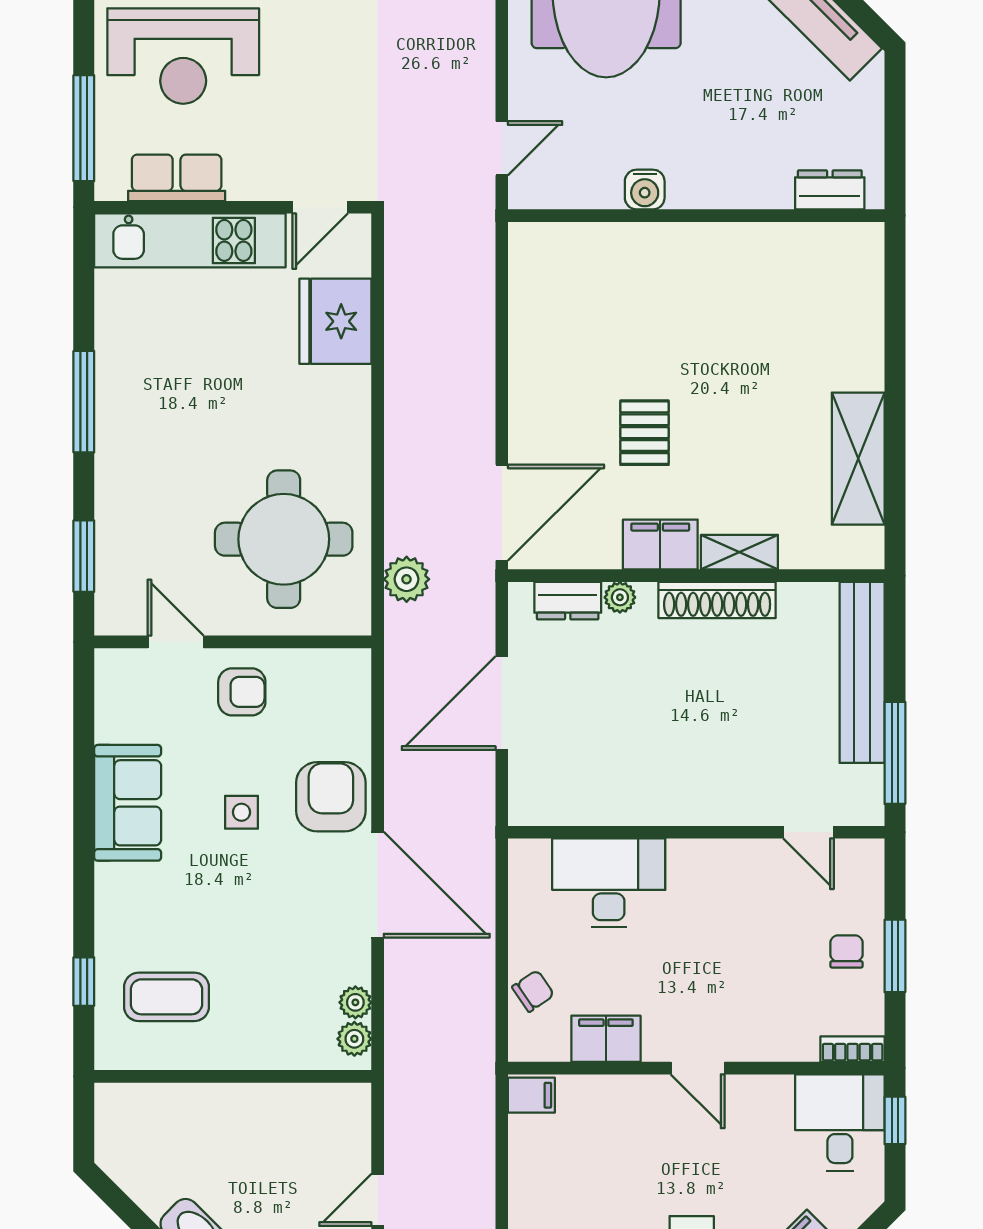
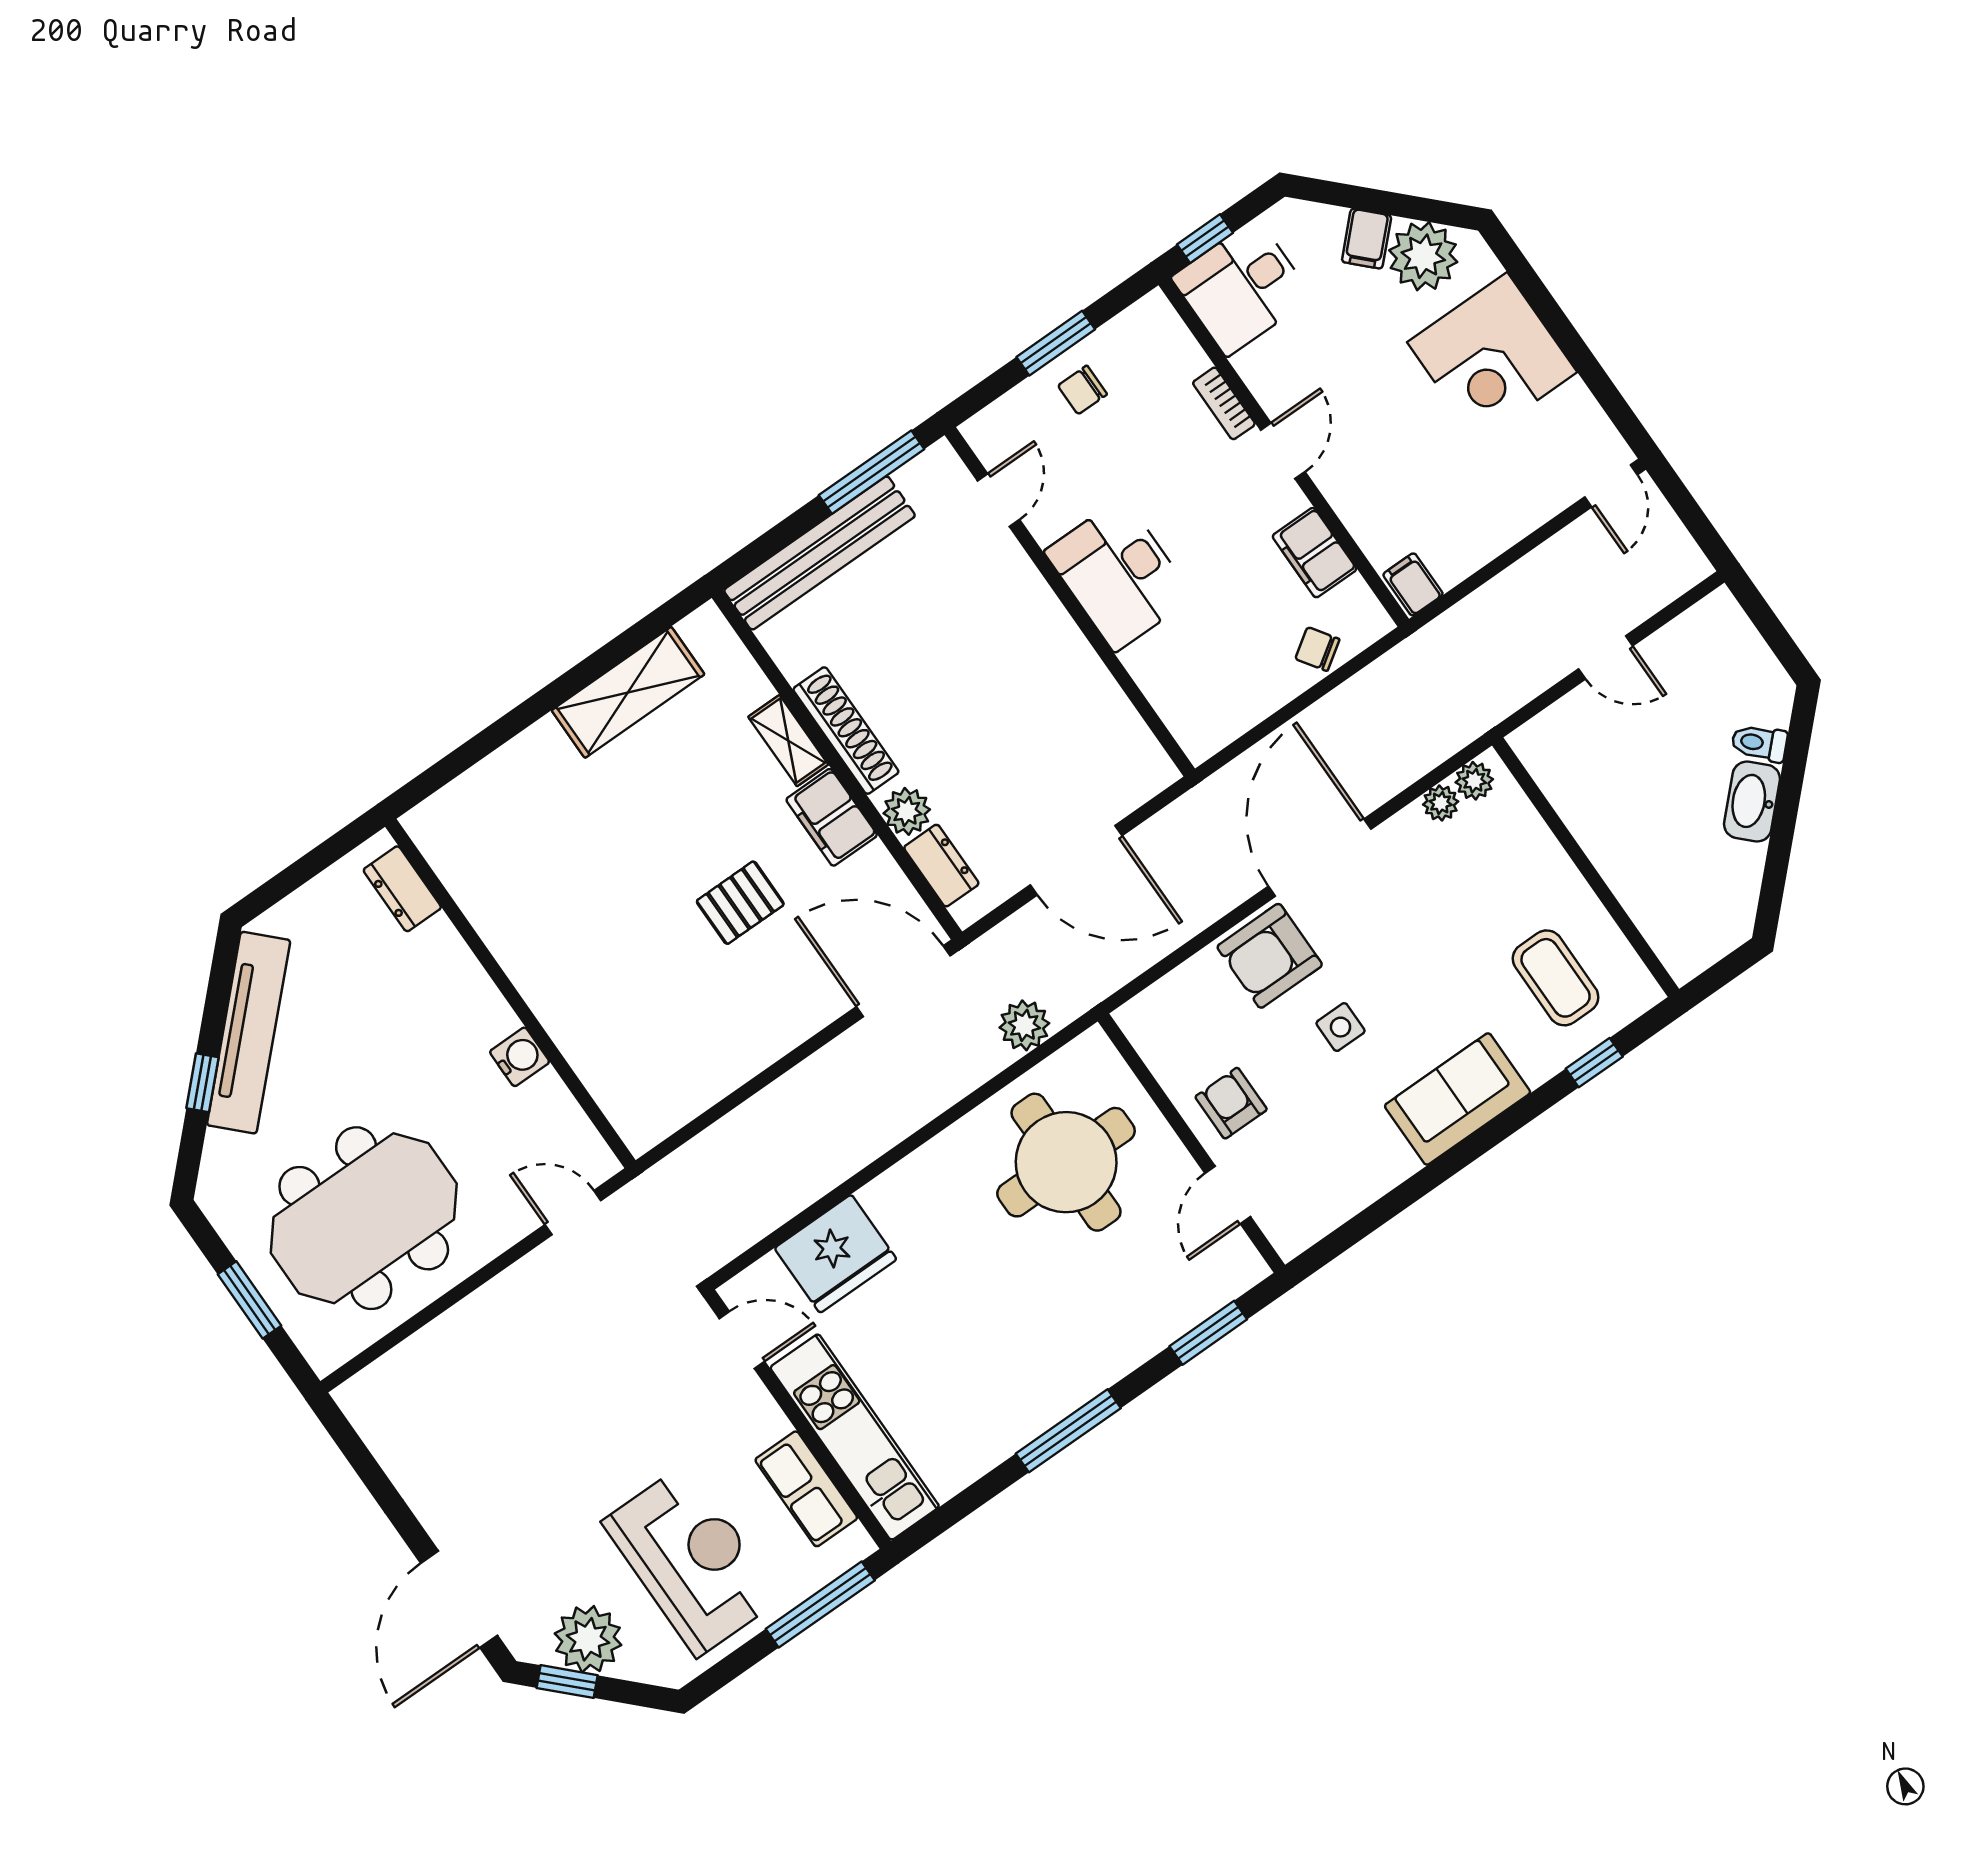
plant: (620, 597) -> (907, 811), width x1.38, depth x1.38
sofa: (128, 803) -> (1458, 1099), moved
desk: (609, 883) -> (1119, 574), moved
bookcase: (853, 1049) -> (1224, 403), moved

